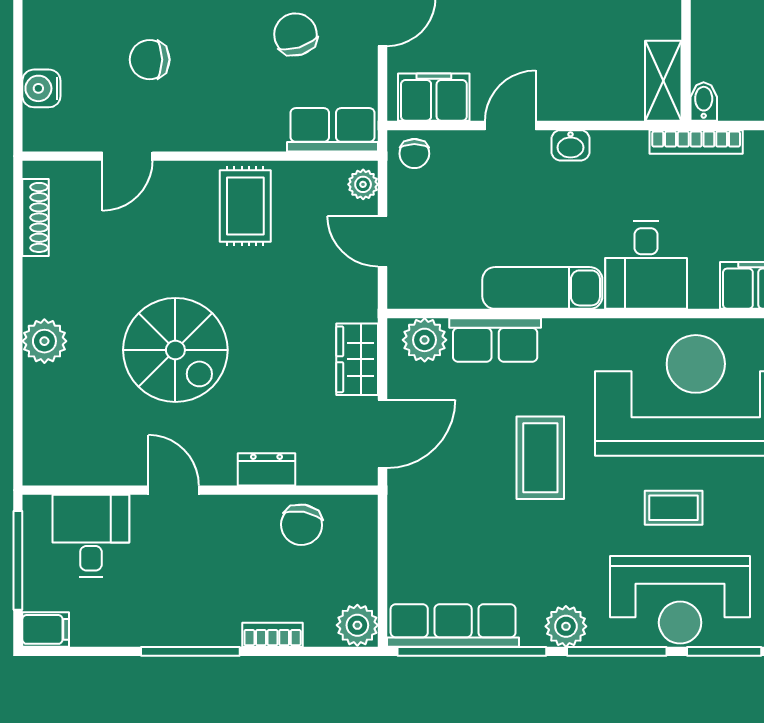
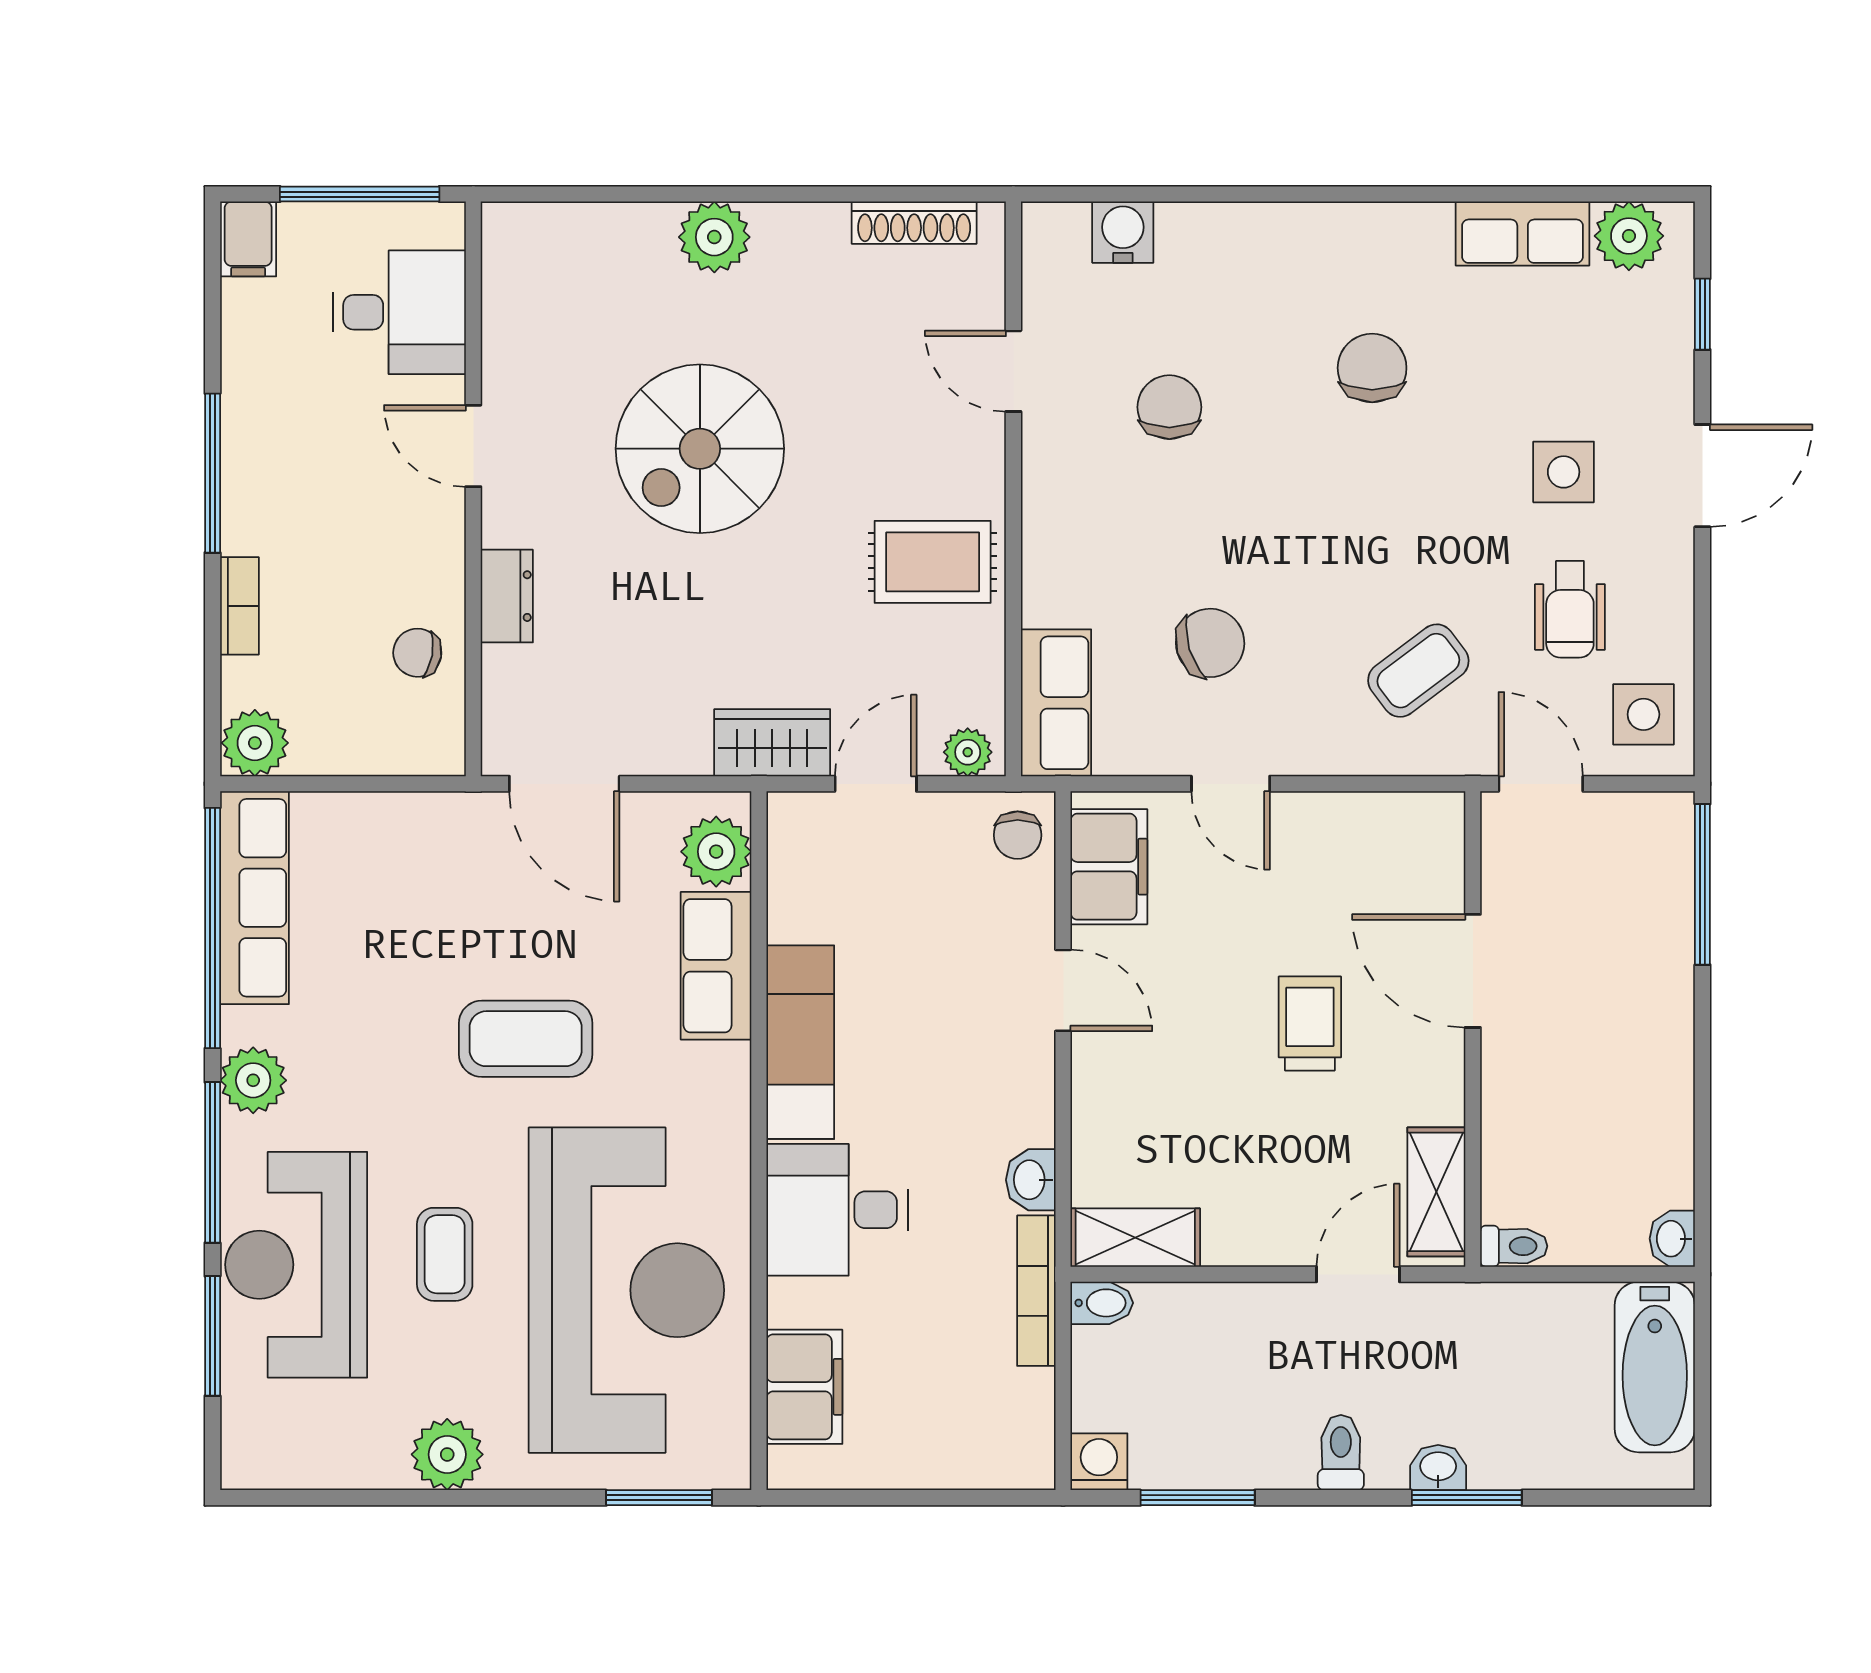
washbasin: (570, 145) -> (1031, 1180), moved
chair: (414, 154) -> (1018, 835), turned -90
wardrobe: (357, 359) -> (772, 743), moved
door: (174, 490) -> (473, 446), swing flipped
chair: (302, 525) -> (417, 653), width x0.73, depth x0.73

